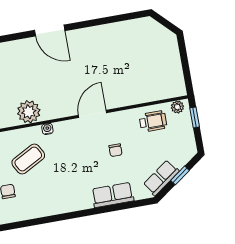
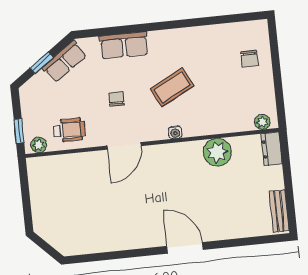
door: (92, 114) -> (124, 146), moved
wheelchair: (153, 121) -> (69, 130), turned 180
water cooler: (47, 129) -> (175, 132), moved
coffee table: (28, 159) -> (172, 87), moved

